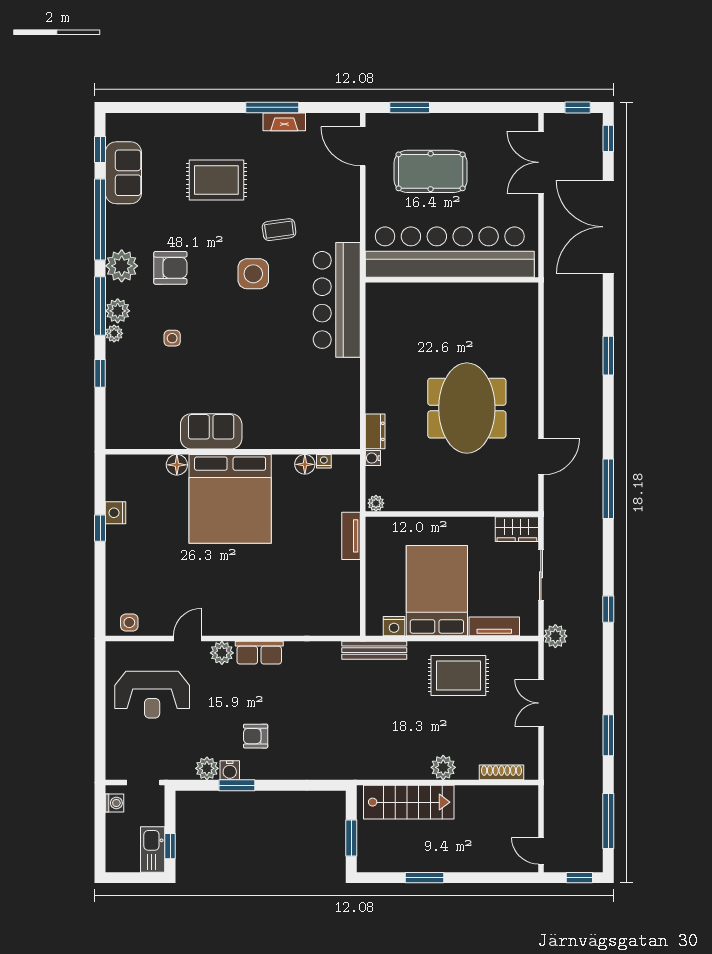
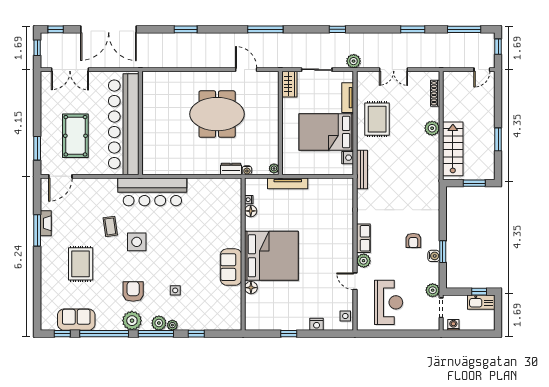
nightstand: (116, 513) -> (317, 324), moved
tv unit: (351, 536) -> (288, 183), width x1.41
plant: (207, 768) -> (433, 290), moved

